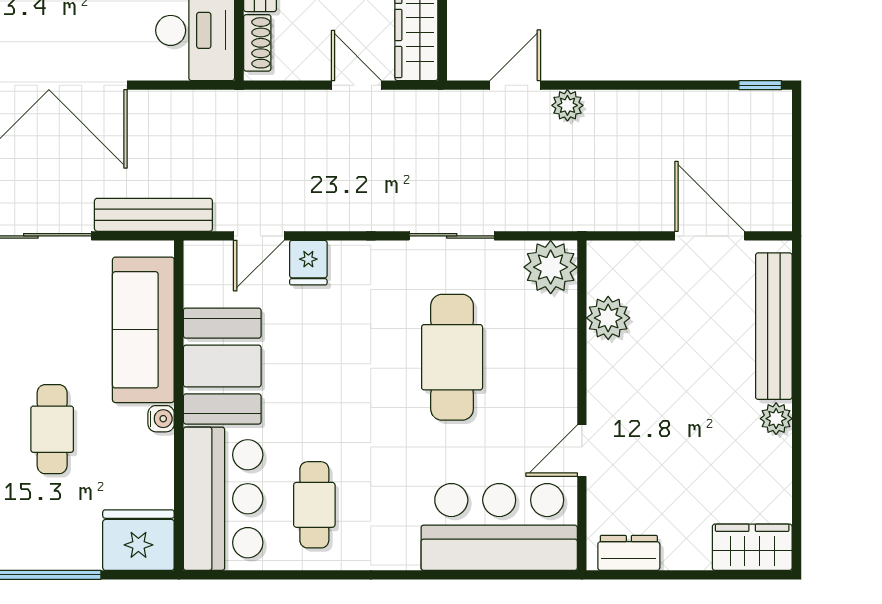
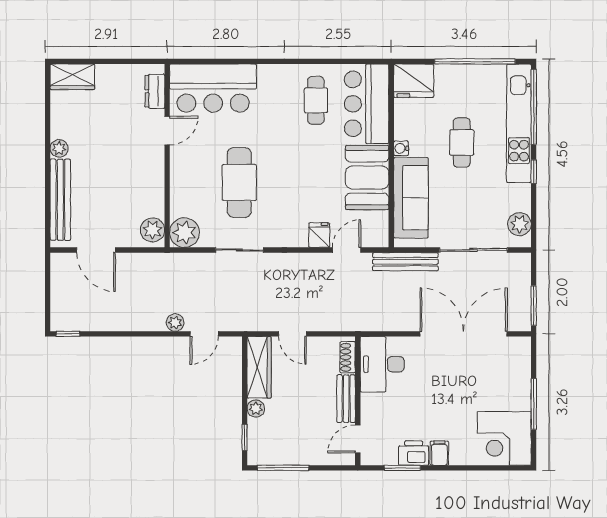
plant: (608, 318) -> (152, 230), moved
dresser: (629, 553) -> (155, 91), moved, turned 90

